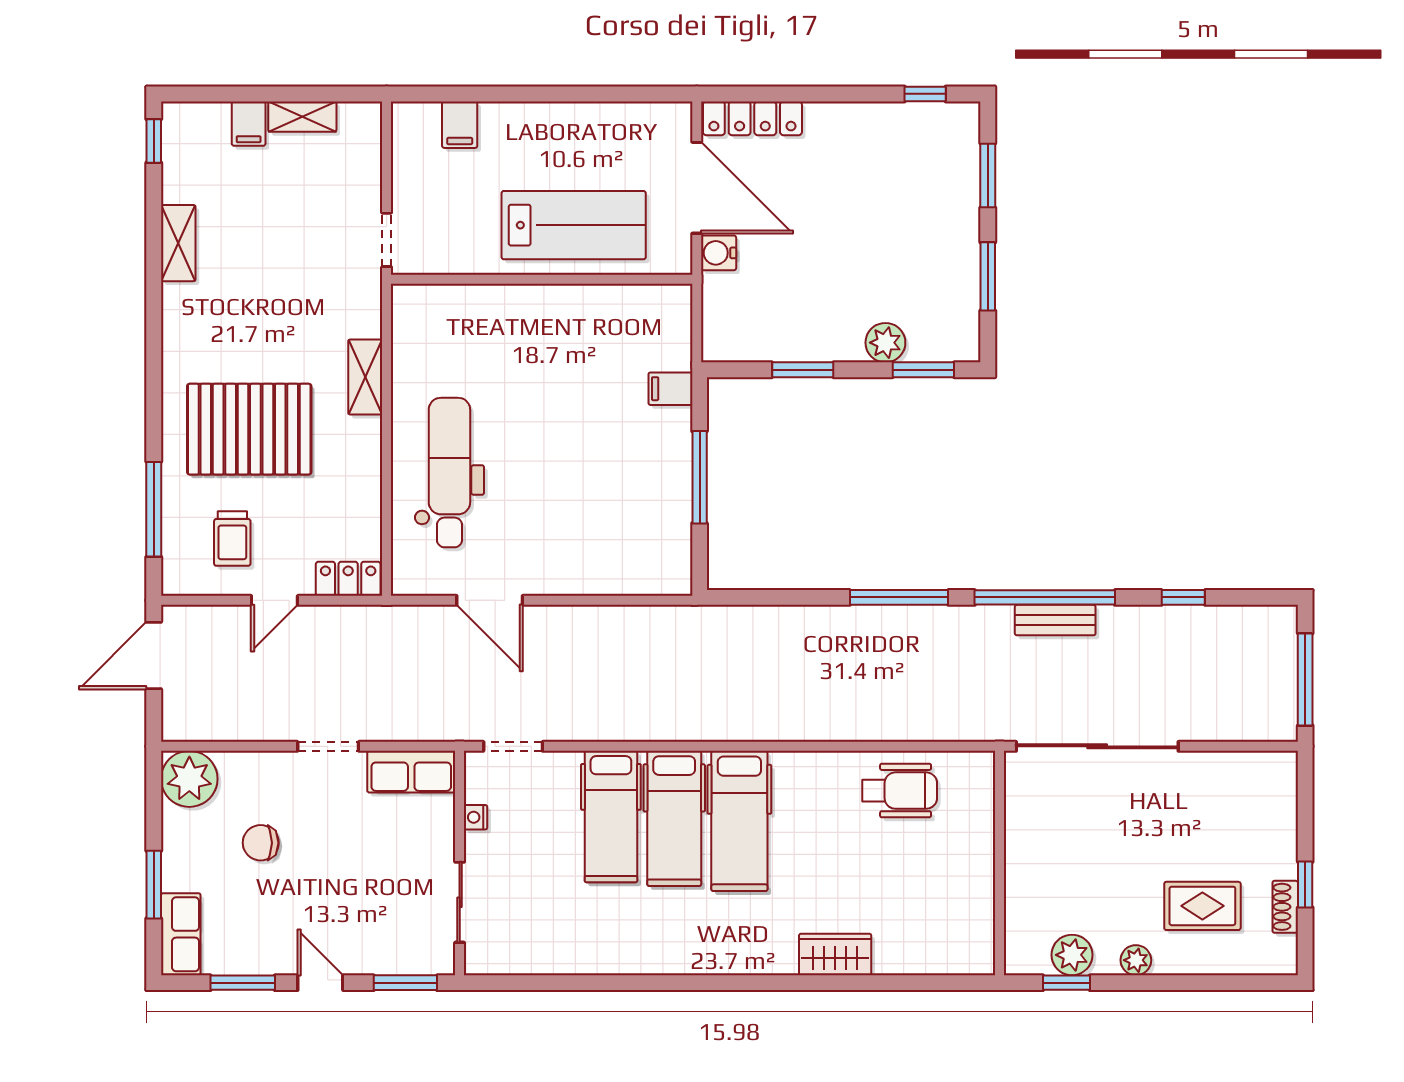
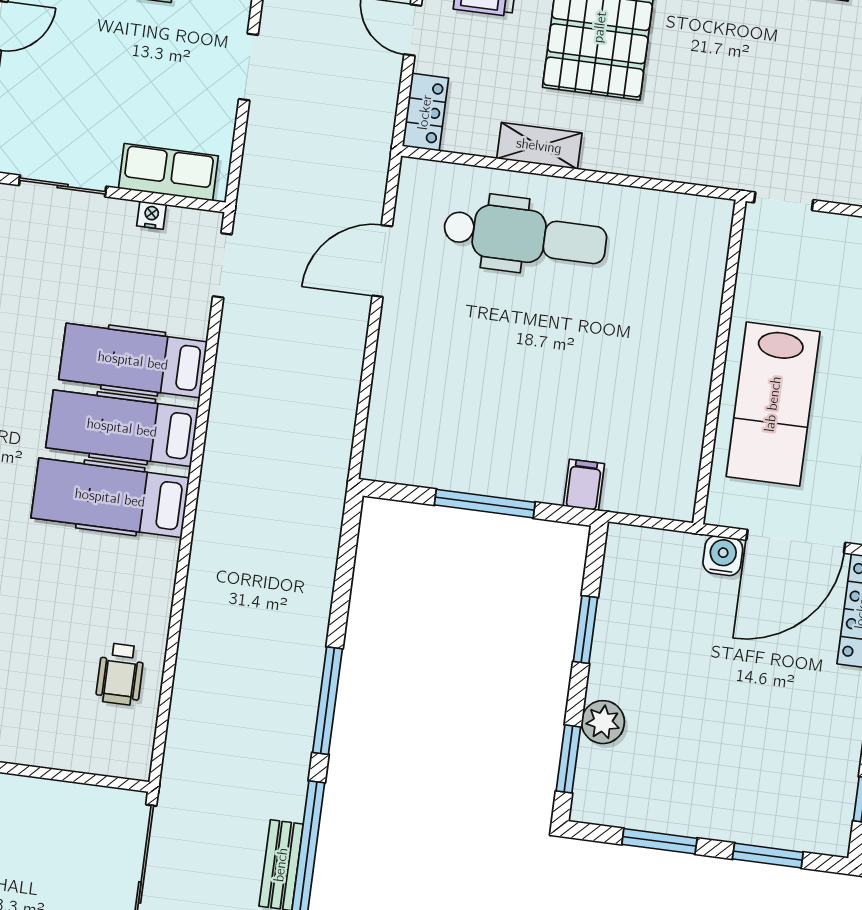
shelving: (365, 377) -> (539, 146), moved
row of seats: (411, 772) -> (168, 172), moved, turned 90
wheelchair: (900, 791) -> (120, 674), width x0.73, depth x0.73

